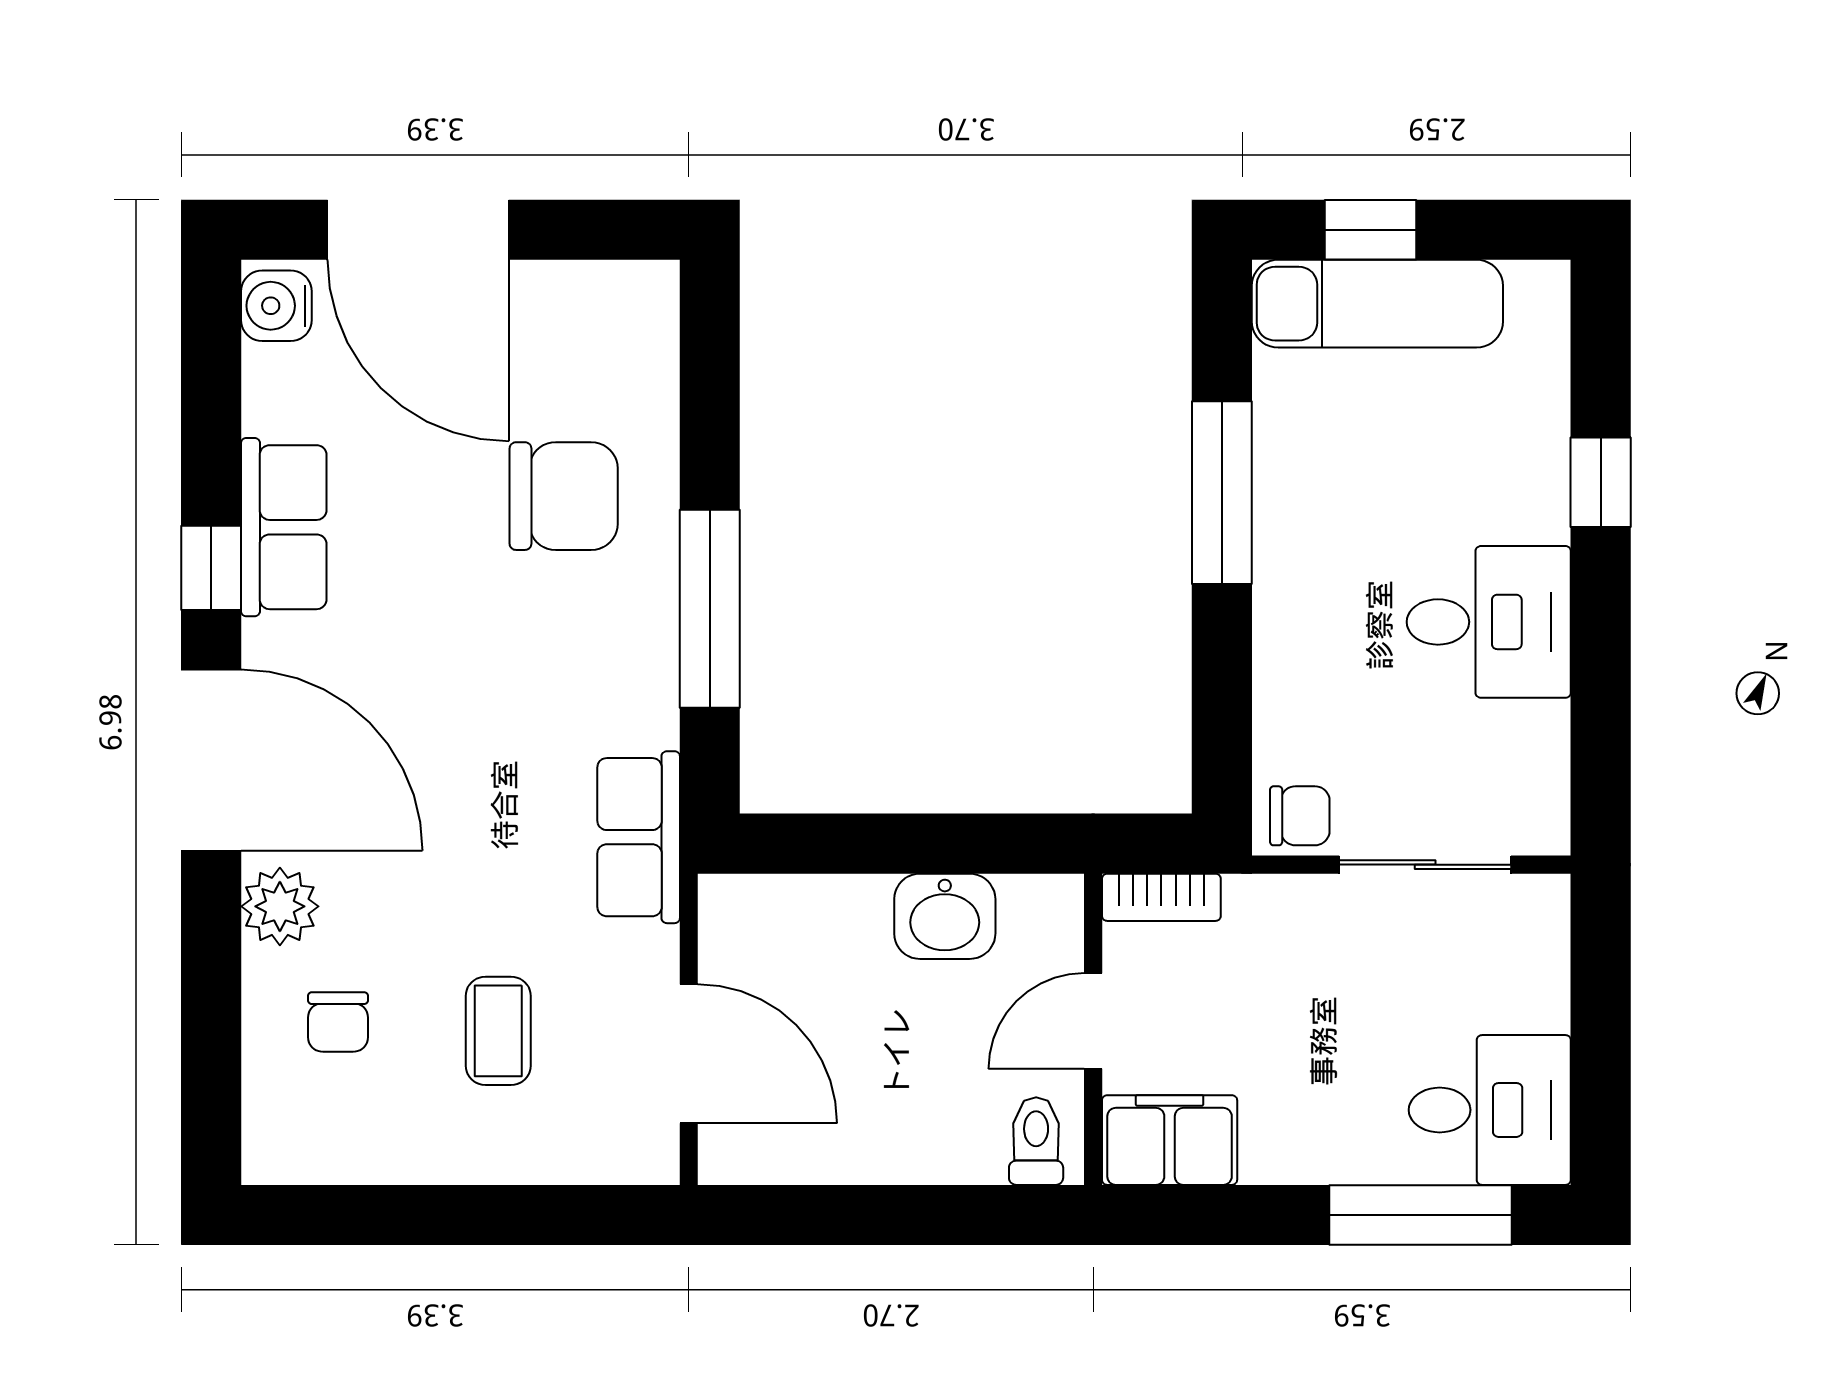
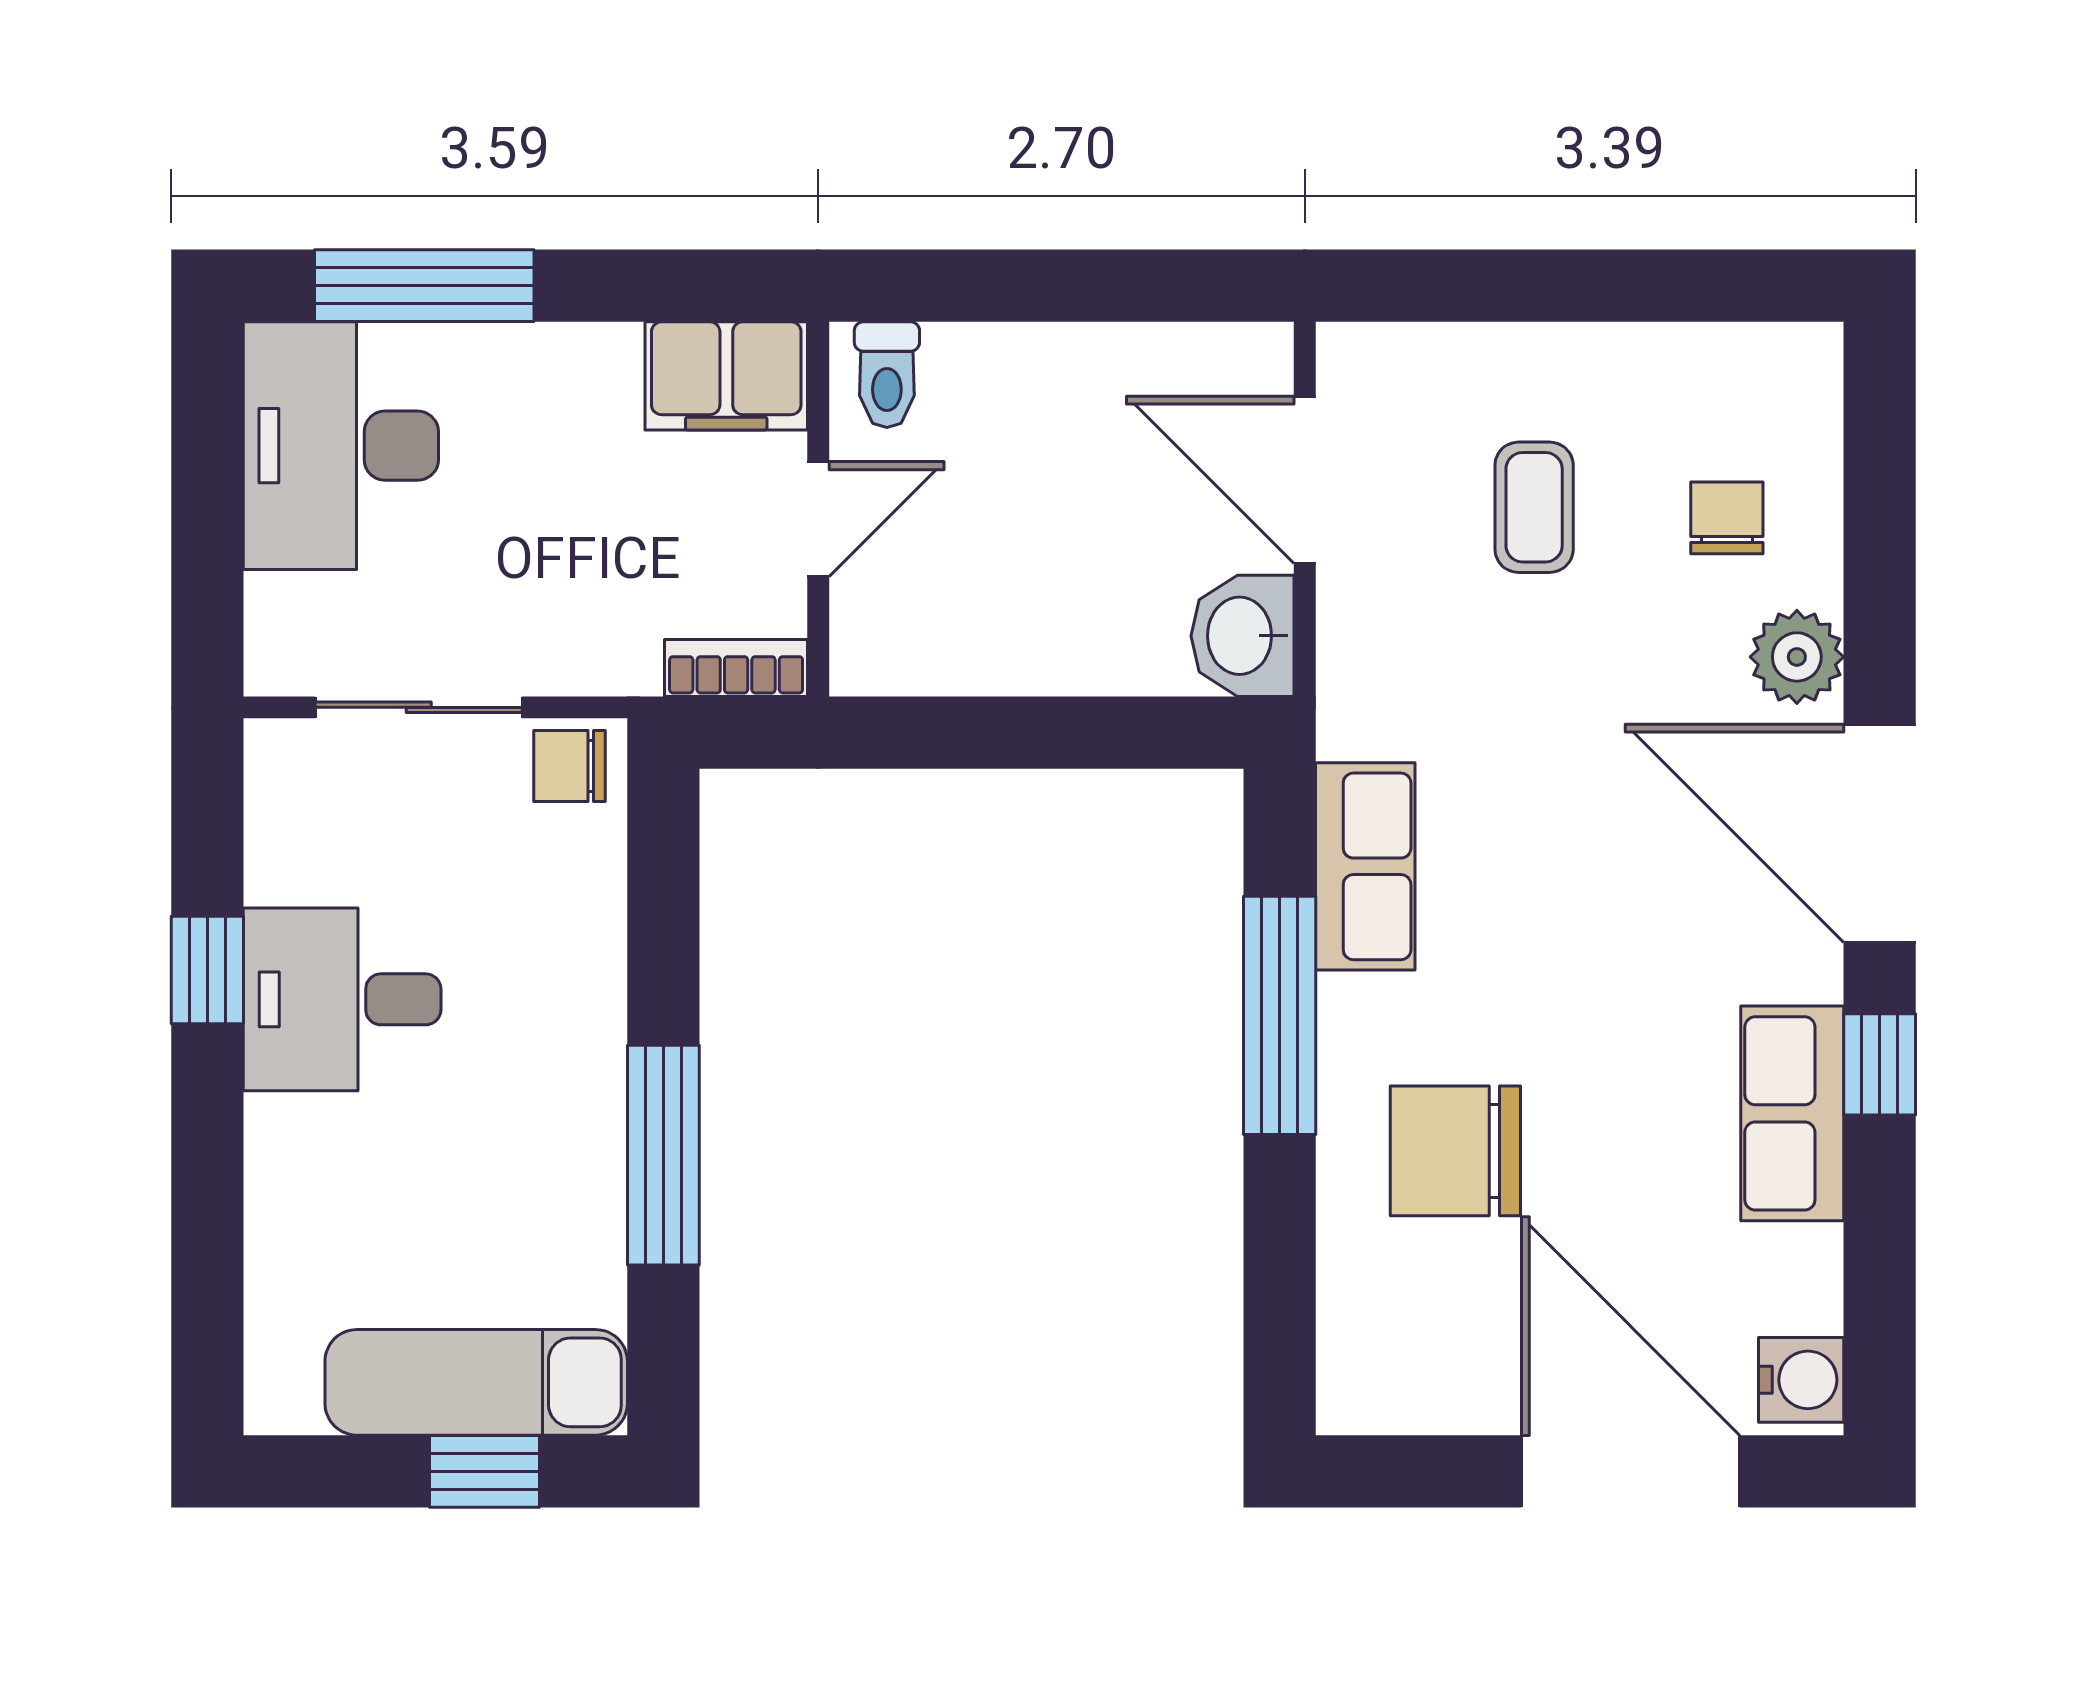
window: (1601, 482) -> (207, 970), moved
row of seats: (639, 837) -> (1365, 866), moved
washbasin: (945, 916) -> (1243, 636), moved, turned -90
desk: (1490, 1110) -> (341, 446), width x1.37

